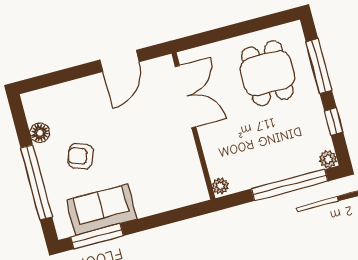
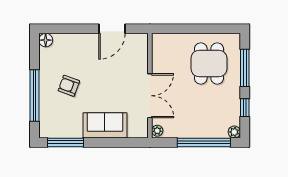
double door: (186, 97) -> (150, 96), moved
floor lamp: (40, 133) -> (46, 40), moved
sofa: (102, 210) -> (105, 125), moved

